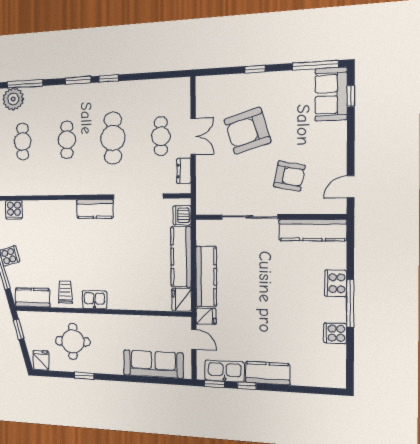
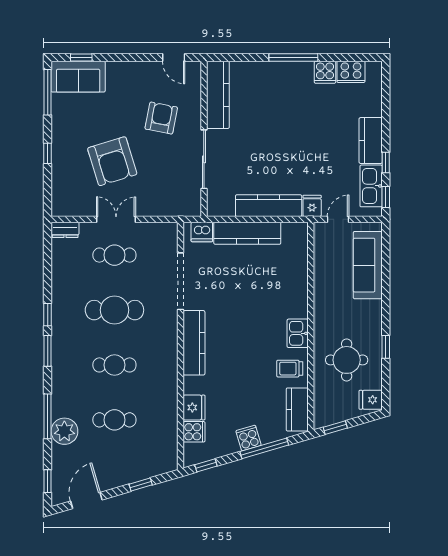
dresser: (184, 171) -> (65, 230), moved
kitchen counter: (95, 209) -> (194, 343), width x1.50
cooker: (336, 283) -> (351, 72), moved
fridge: (182, 300) -> (194, 408), moved, turned -90

